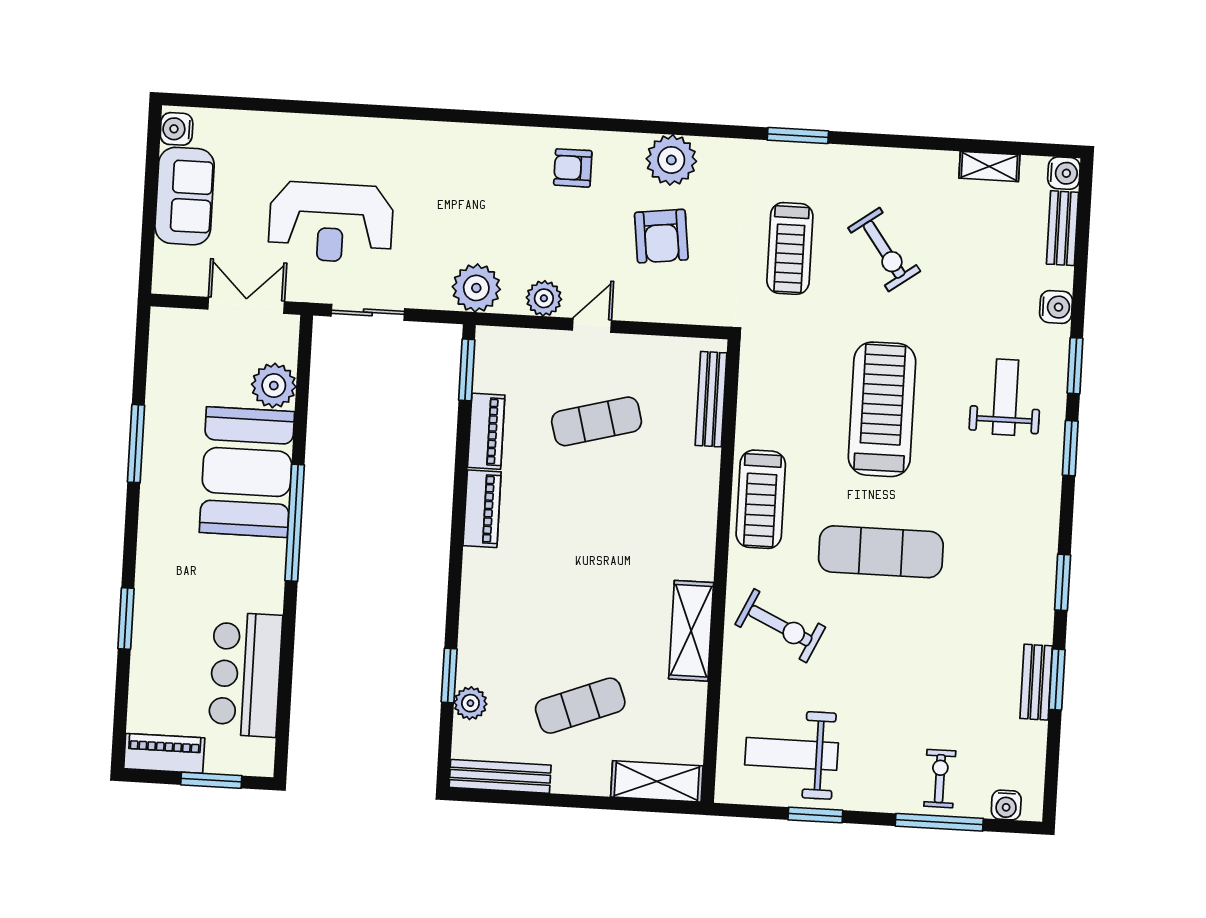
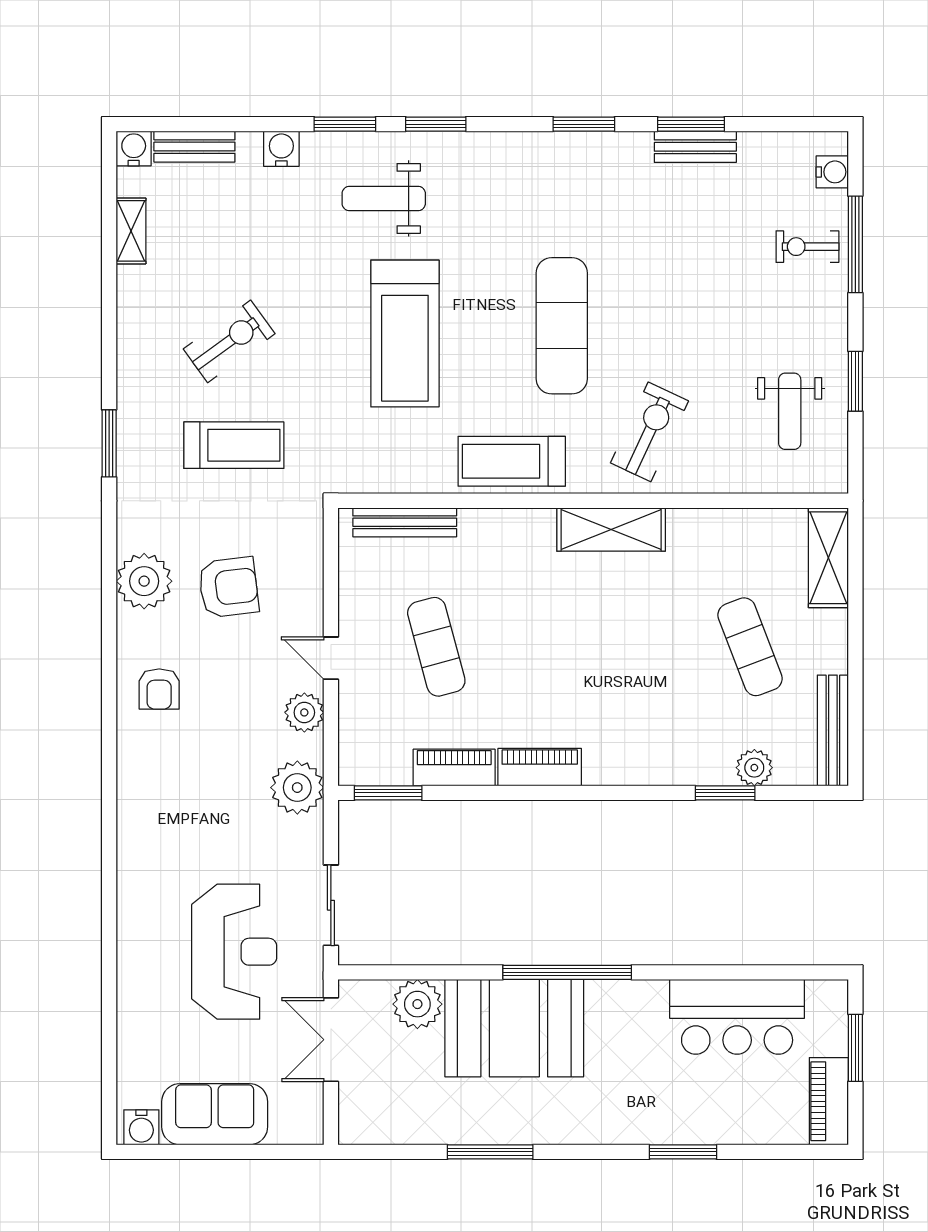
treadmill: (882, 409) -> (405, 334), turned -90
treadmill: (761, 499) -> (512, 461), turned 180
shelving: (691, 631) -> (611, 529), moved
weight bench: (792, 754) -> (790, 411), width x0.73, depth x0.75

